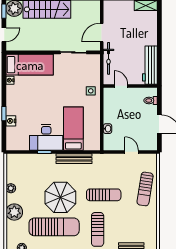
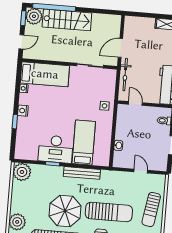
nightstand: (11, 121) -> (23, 111), moved
plant: (11, 188) -> (22, 172), moved, width x1.87, depth x1.87
sun lounger: (104, 195) -> (109, 212), width x1.36, depth x1.34

